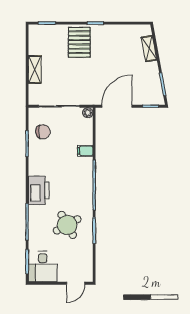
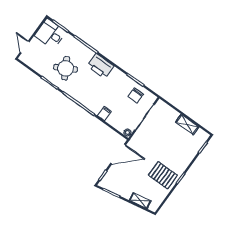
pallet: (79, 42) -> (163, 175), moved
shelving: (35, 69) -> (187, 125), moved
door: (117, 106) -> (118, 154), hinge flipped

